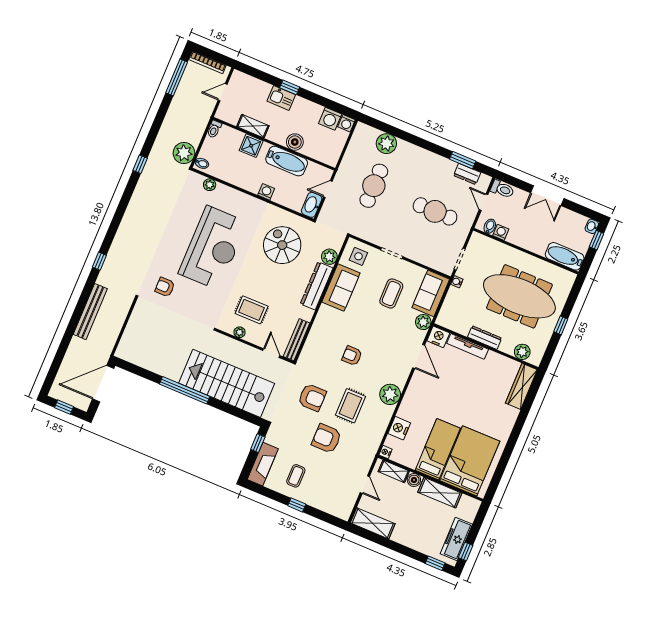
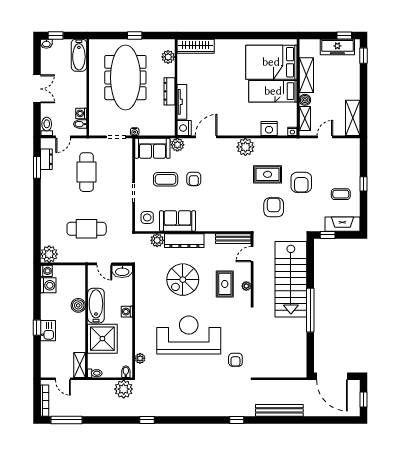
shelving: (253, 126) -> (80, 365), moved
plant: (386, 144) -> (49, 254), moved
shower: (251, 146) -> (102, 339), width x1.86, depth x1.86
spiral stairs: (282, 245) -> (183, 280), moved
armchair: (352, 356) -> (194, 179), moved

